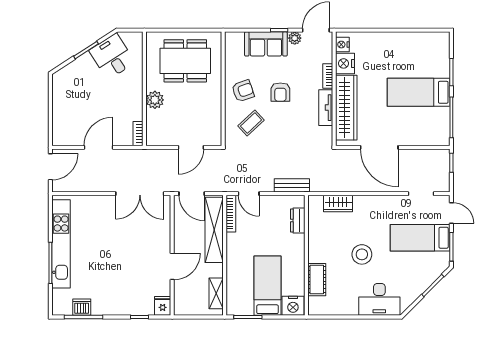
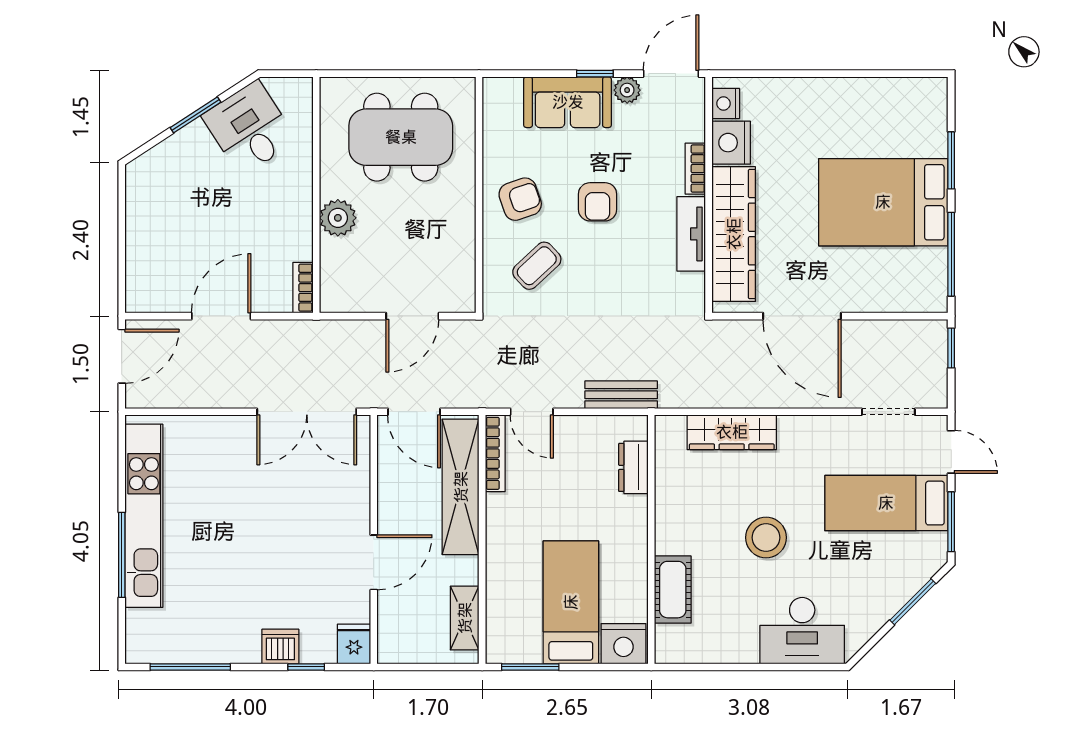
bed: (419, 92) -> (883, 202), width x1.50
wardrobe: (338, 204) -> (732, 432), width x1.50
dishwasher: (82, 307) -> (280, 647), moved

